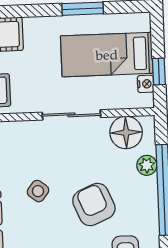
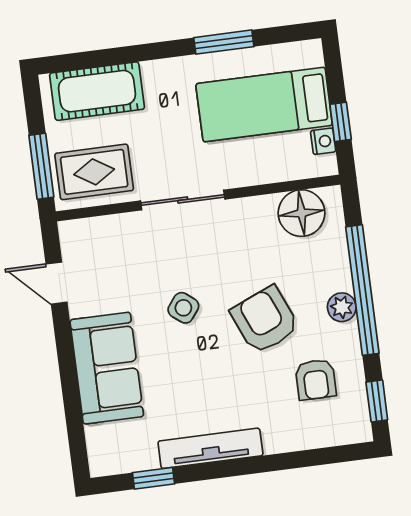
sliding door: (71, 115) -> (183, 200), moved
plant: (147, 165) -> (342, 307), moved

